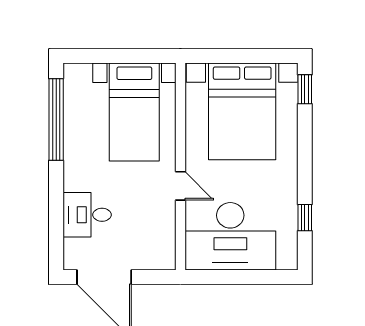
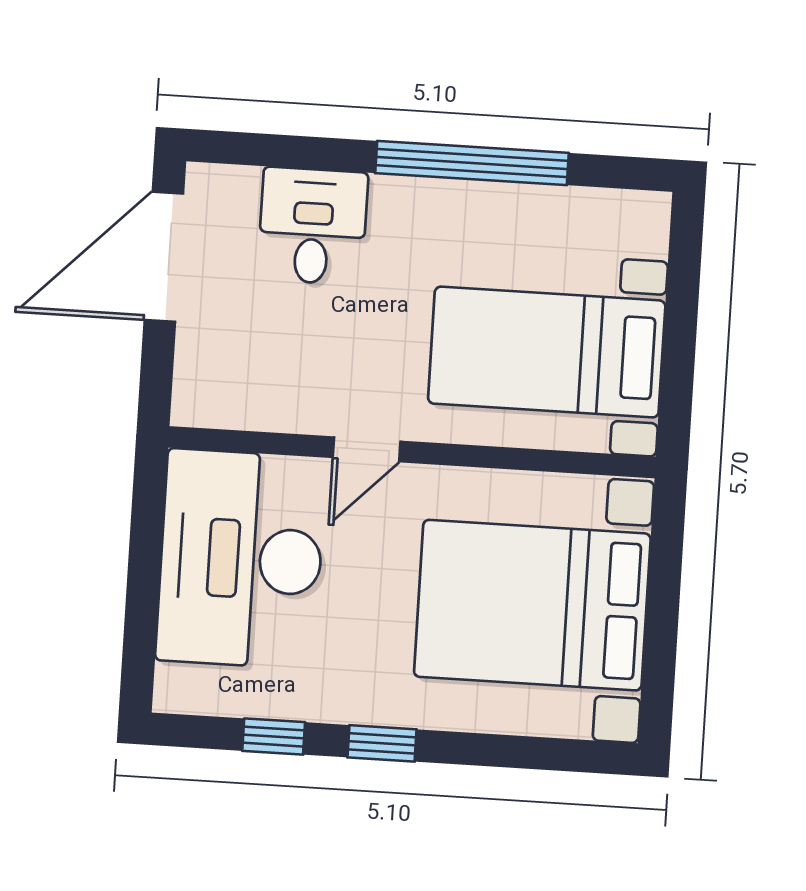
window: (305, 89) -> (382, 743), moved
window: (56, 120) -> (472, 163), moved

